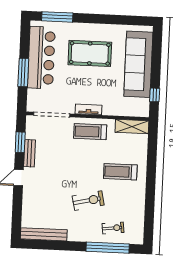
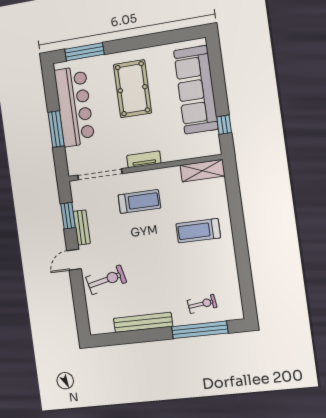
pool table: (90, 53) -> (133, 89), turned 90
treadmill: (90, 132) -> (139, 202), moved, turned 180
exercise bike: (88, 201) -> (106, 280), moved
bench: (44, 234) -> (143, 322), moved

